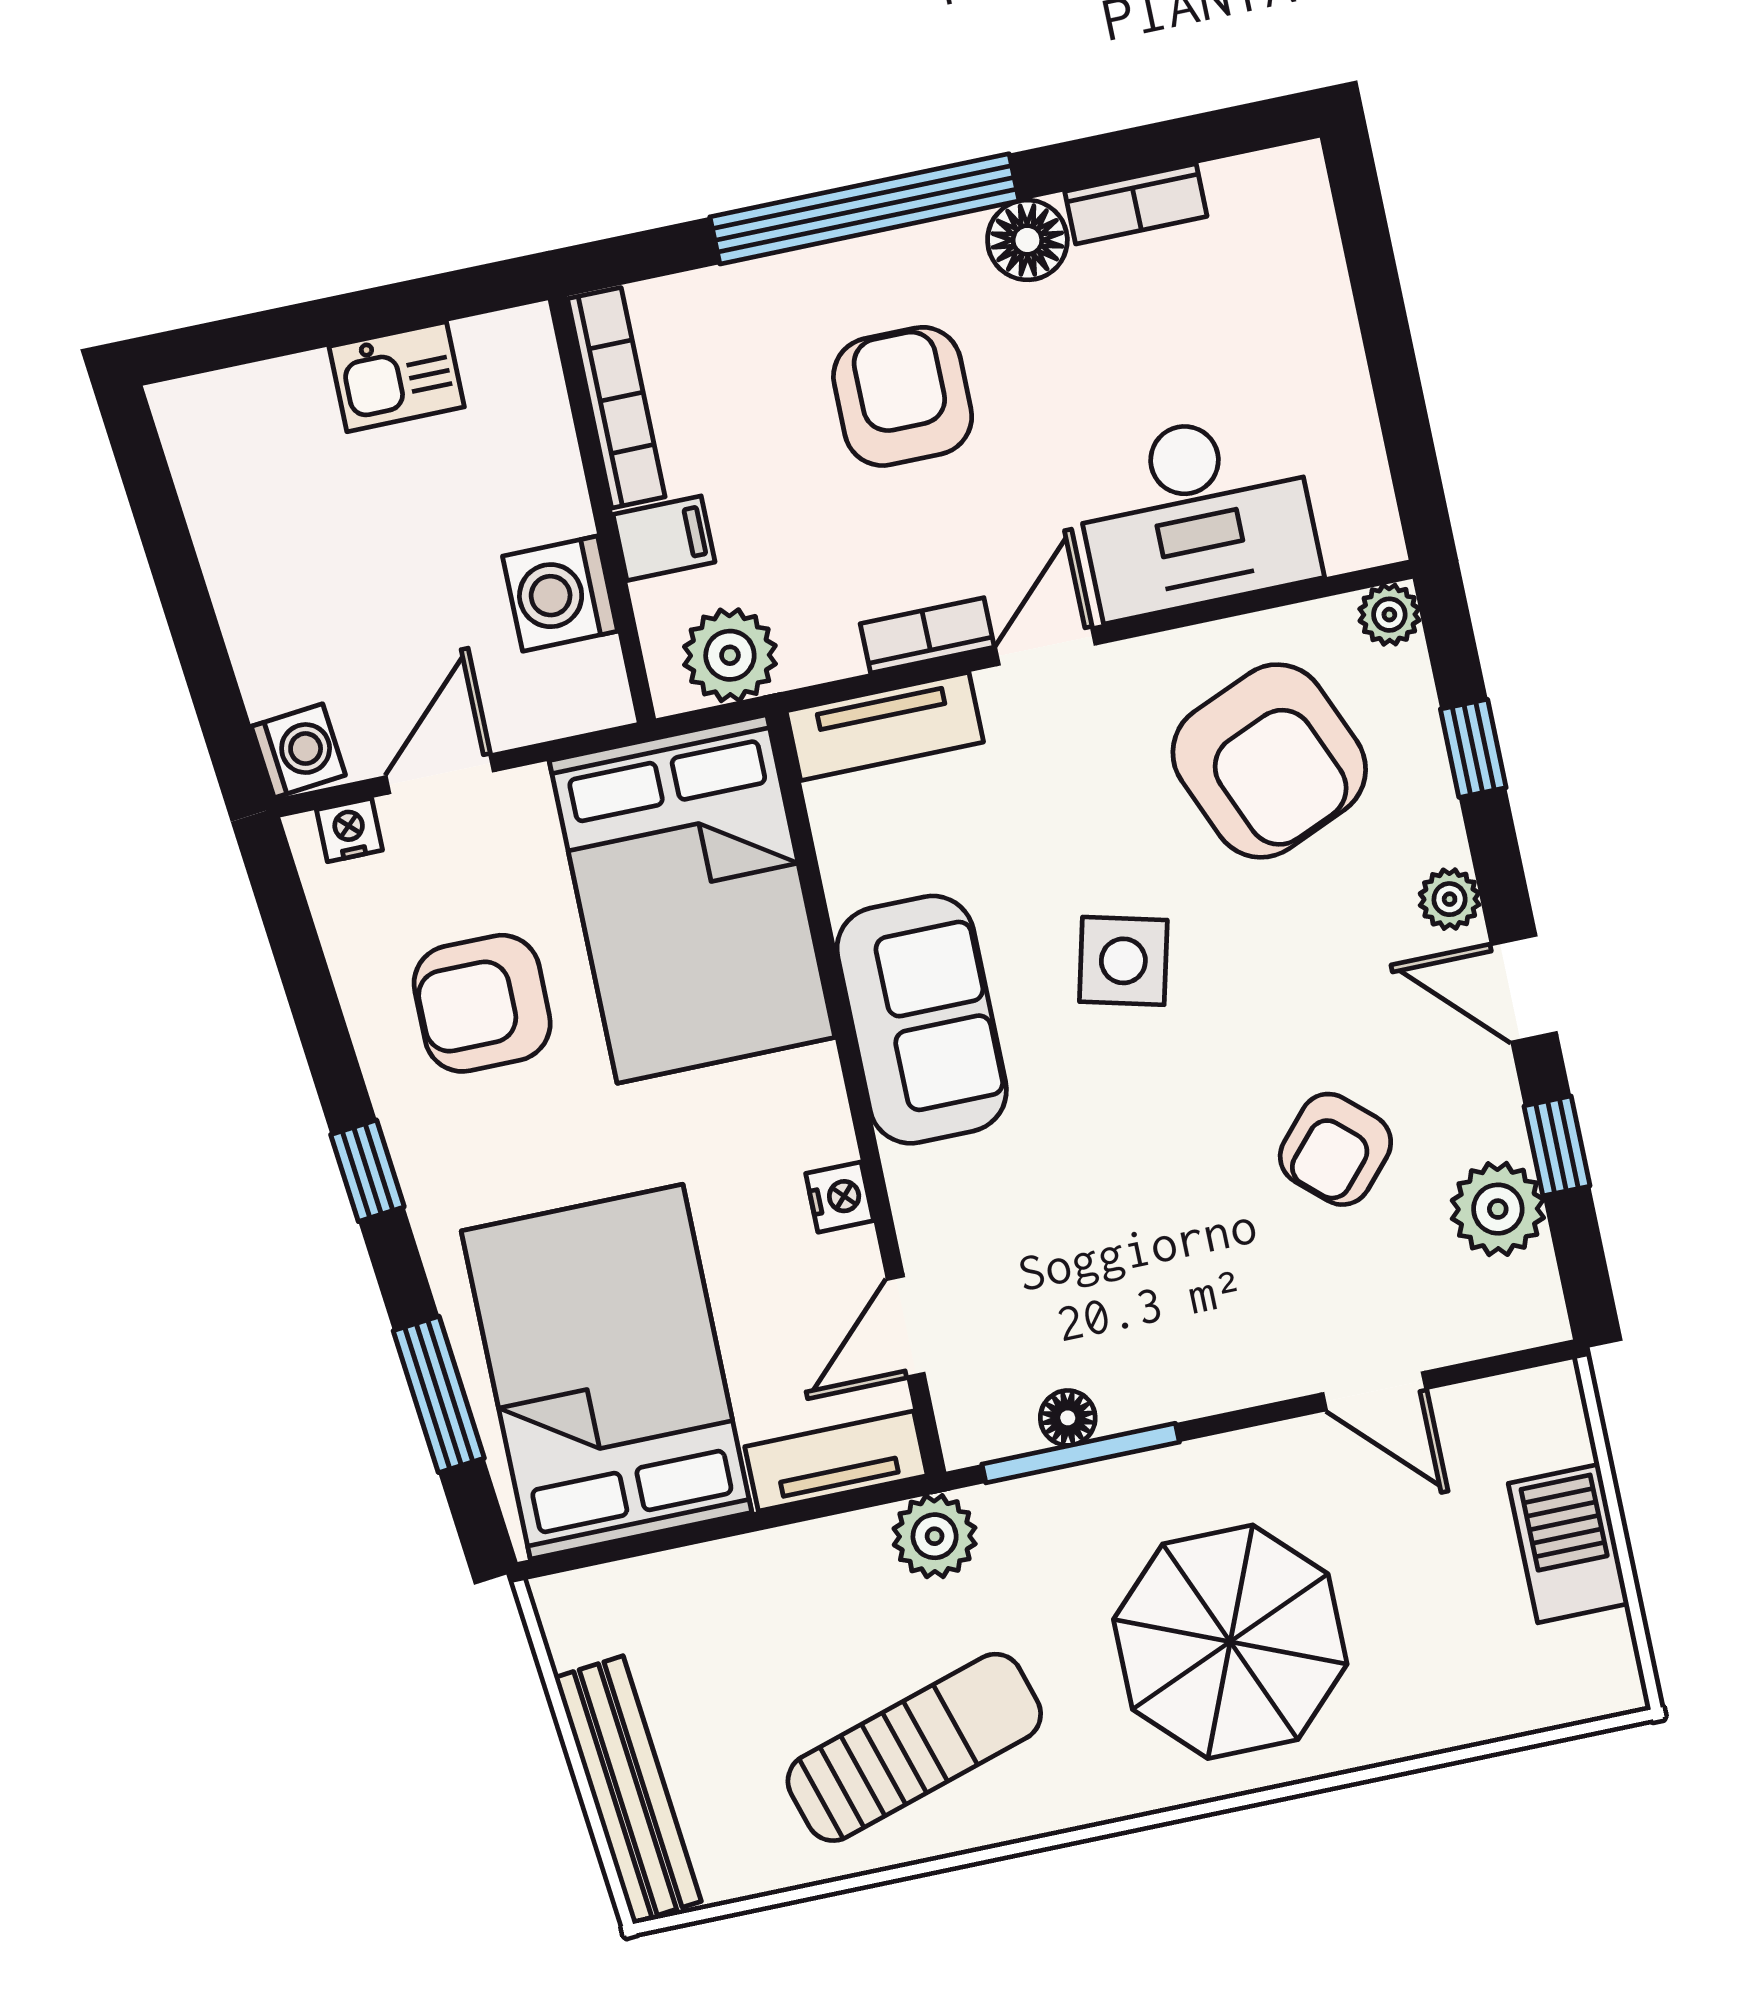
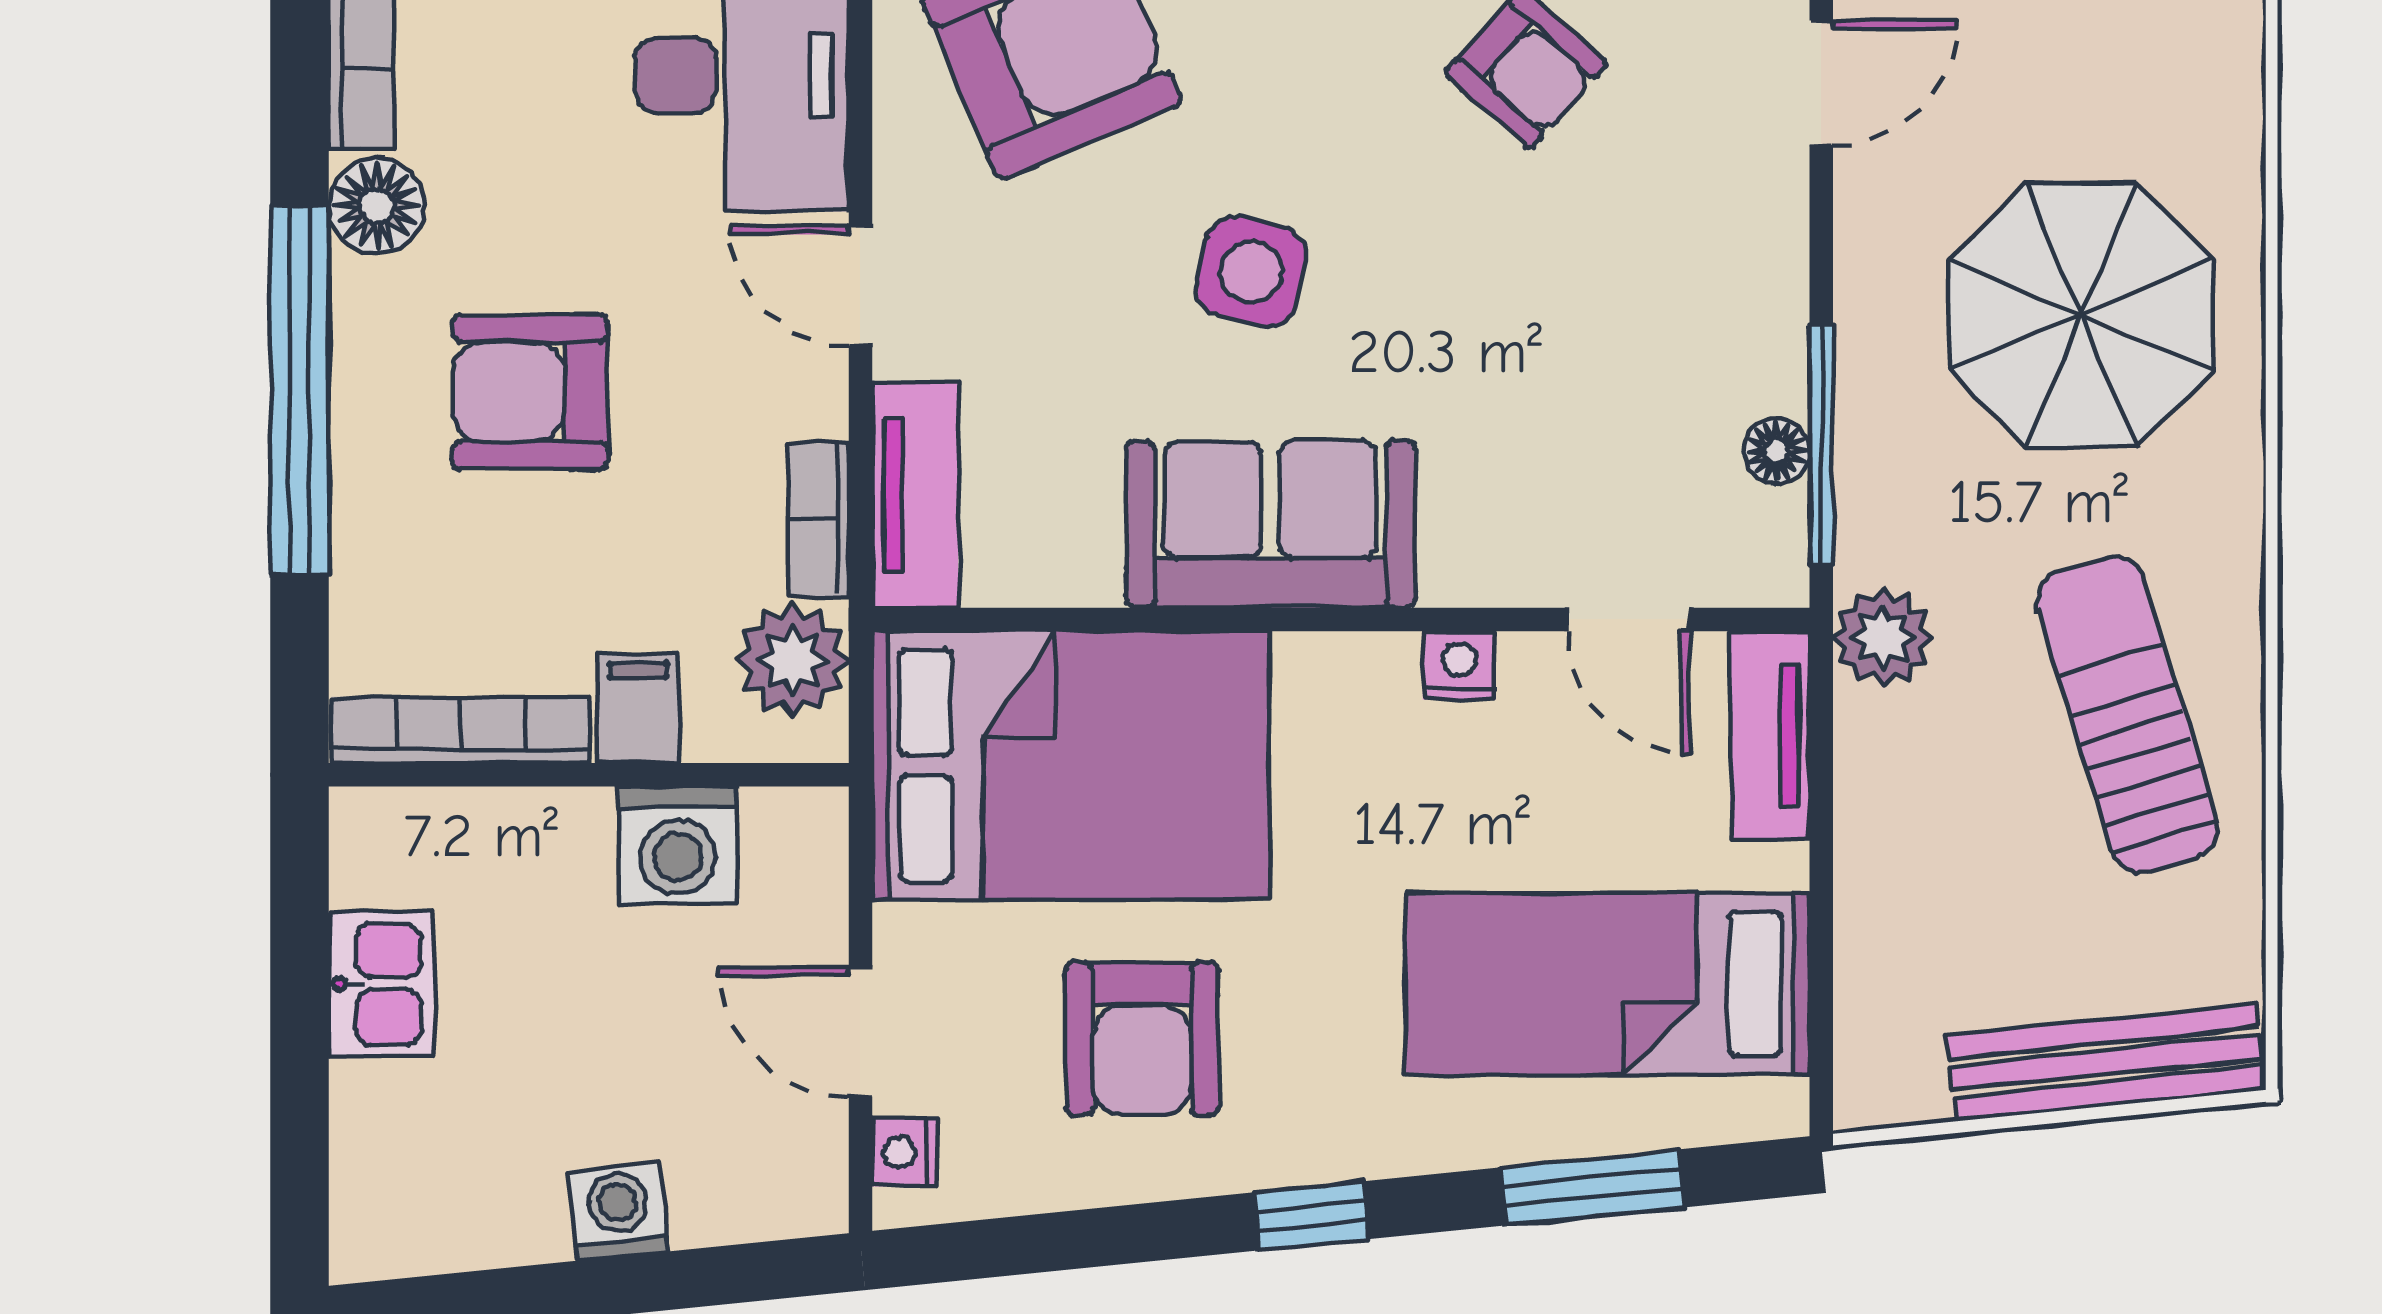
bookcase: (927, 635) -> (818, 520), moved
washing machine: (298, 751) -> (618, 1211), moved
bed: (607, 1372) -> (1607, 984), width x0.67

